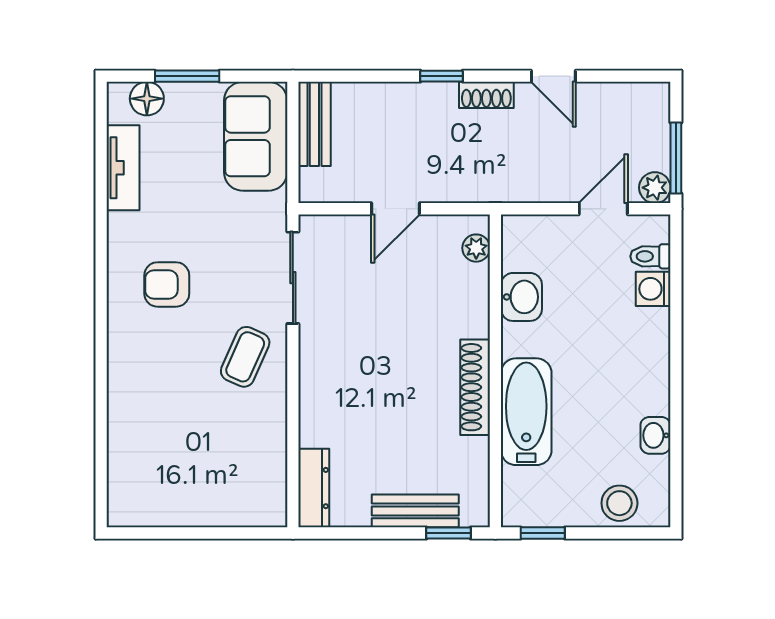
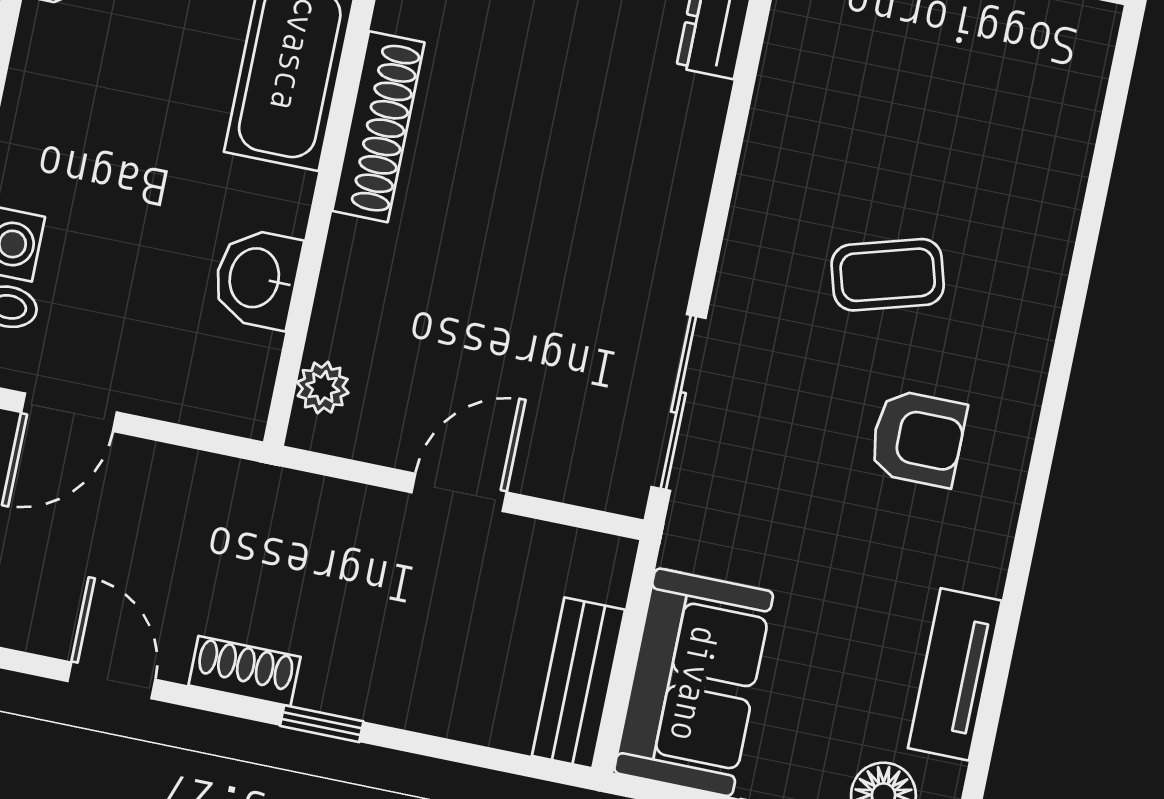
coffee table: (245, 357) -> (888, 275), moved, turned 50

